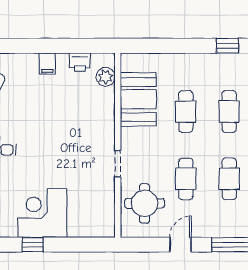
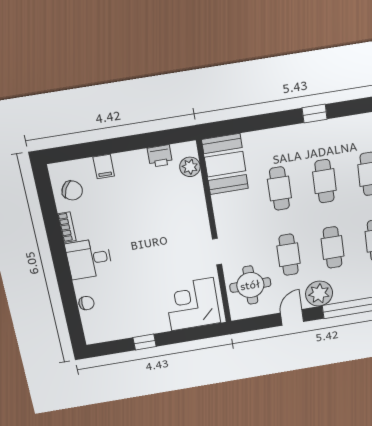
filing cabinet: (47, 63) -> (104, 167), moved
booth: (138, 99) -> (225, 164), moved
corner desk: (42, 213) -> (192, 304), moved
plant: (210, 224) -> (319, 294), added

